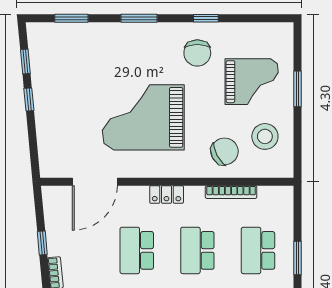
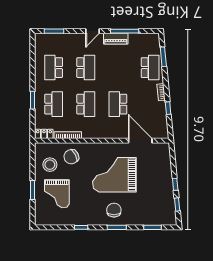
chair: (197, 53) -> (114, 210), moved
grand piano: (252, 82) -> (57, 194), turned -90
grand piano: (143, 117) -> (114, 175), turned 180
door: (95, 182) -> (140, 141), hinge flipped
locker: (167, 195) -> (44, 134), moved
school desk: (137, 250) -> (118, 104), turned 180

